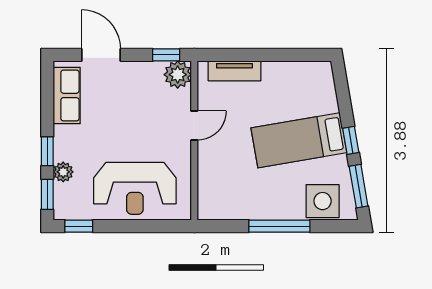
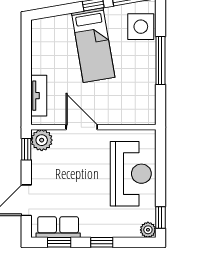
door: (194, 125) -> (82, 127), width x1.38
plant: (63, 172) -> (148, 230), moved
window: (47, 194) -> (59, 242), moved

